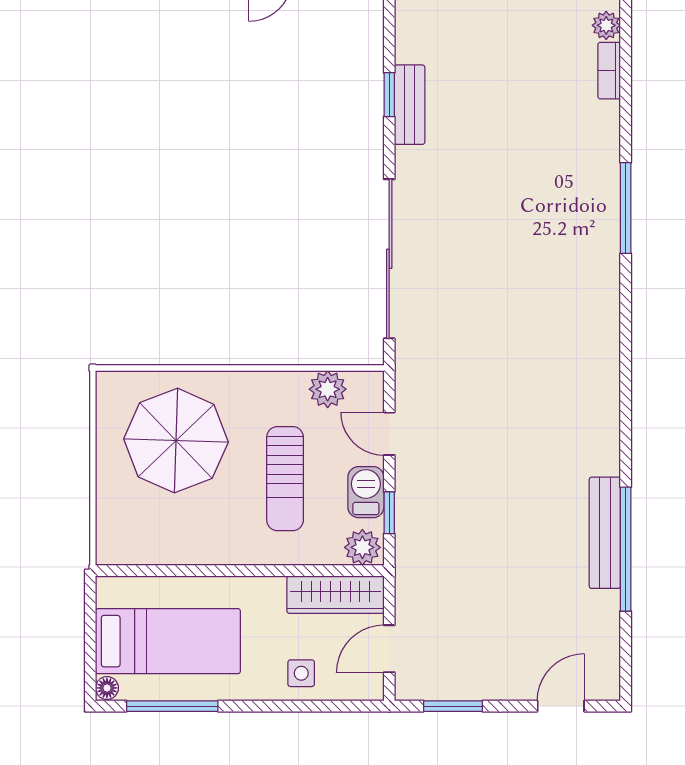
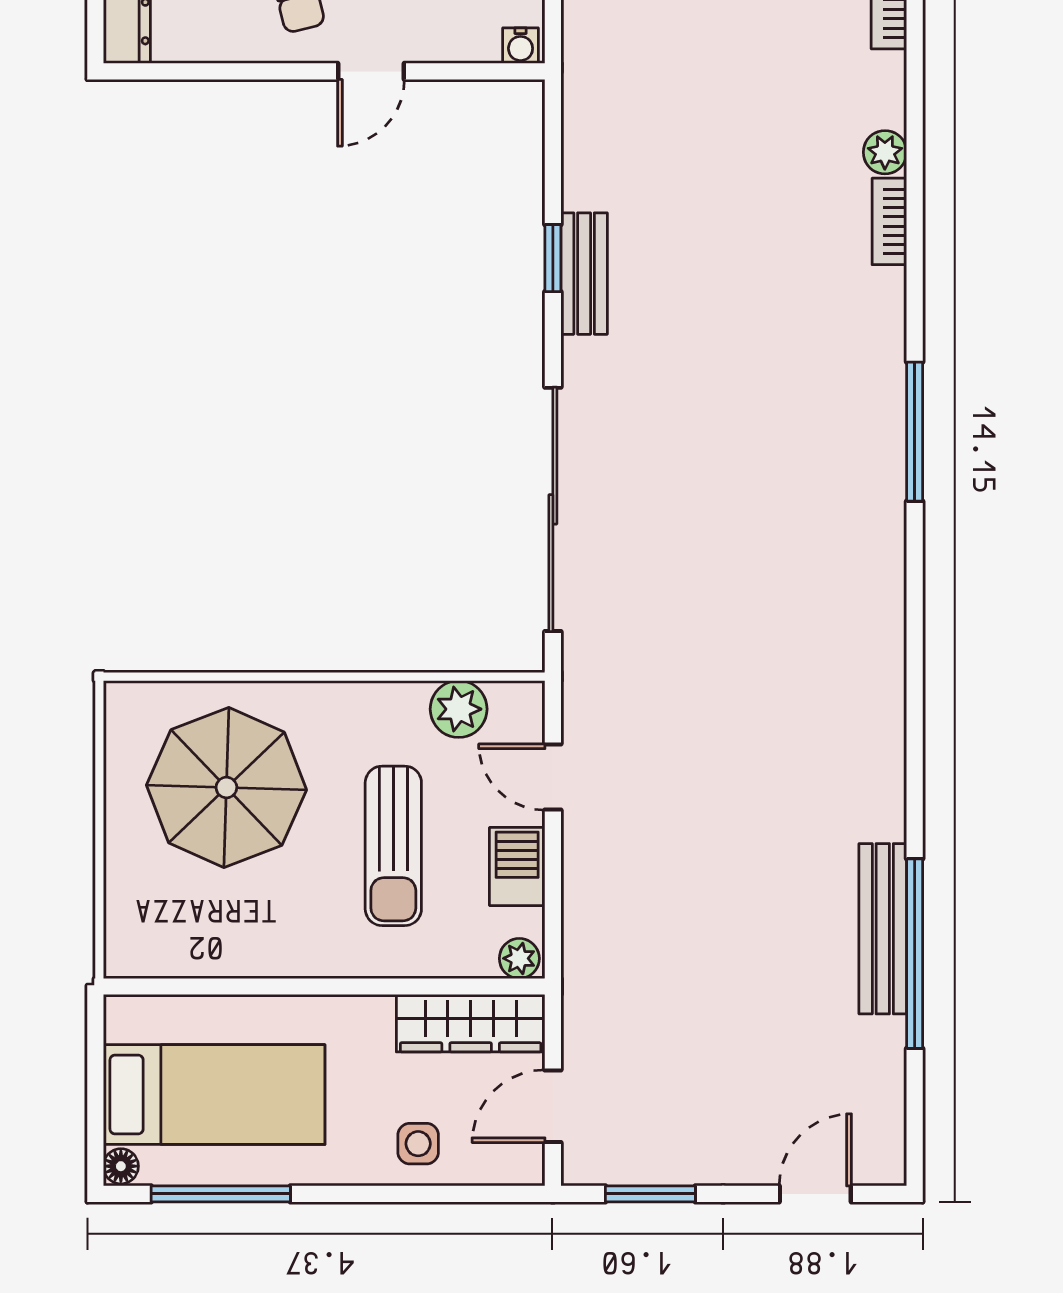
window: (389, 513) -> (553, 898), removed
plant: (362, 547) -> (519, 958), width x0.73, depth x0.73

